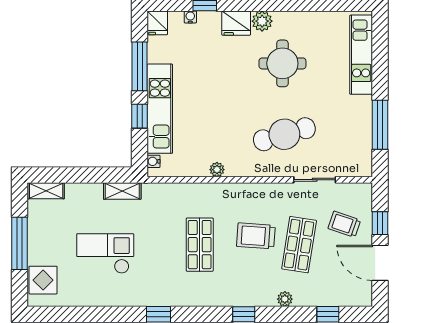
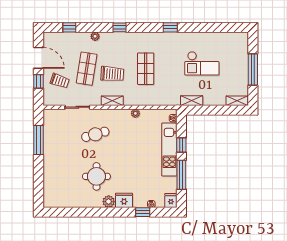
kitchen unit: (361, 55) -> (50, 182), removed
cafe table: (284, 134) -> (95, 134), width x0.73, depth x0.74
shelving: (256, 191) -> (112, 101), added
display table: (43, 280) -> (239, 48), removed

